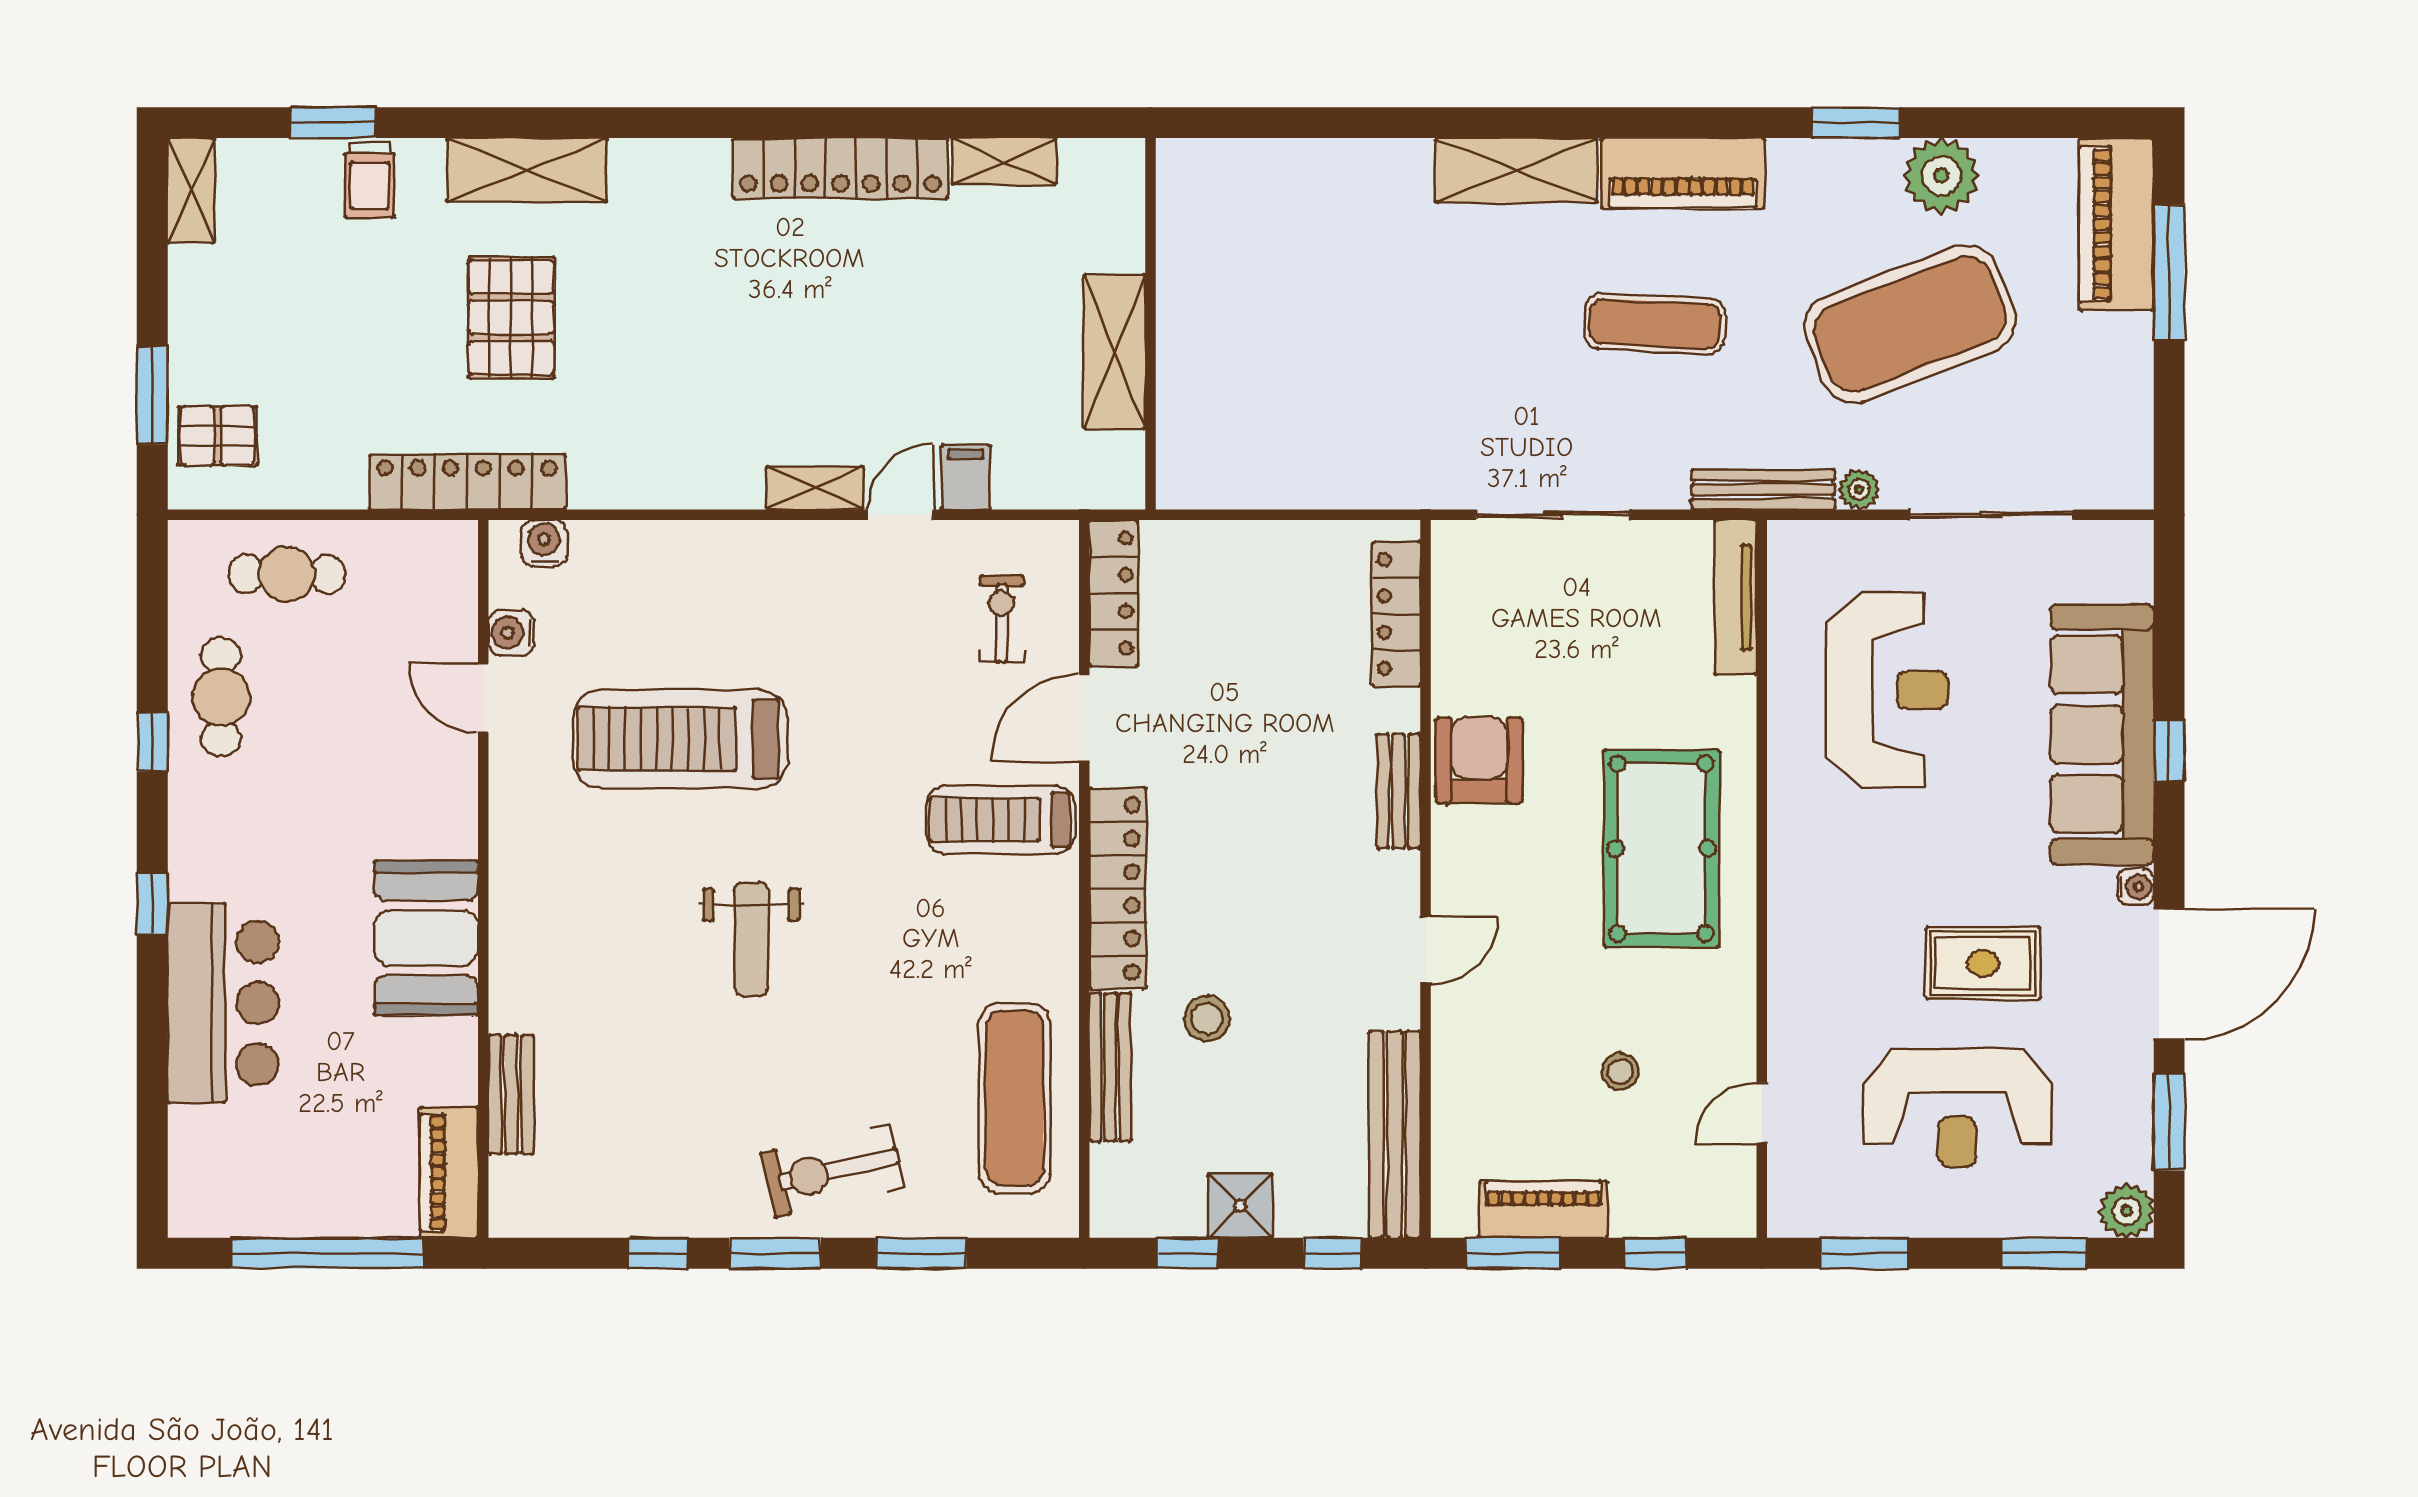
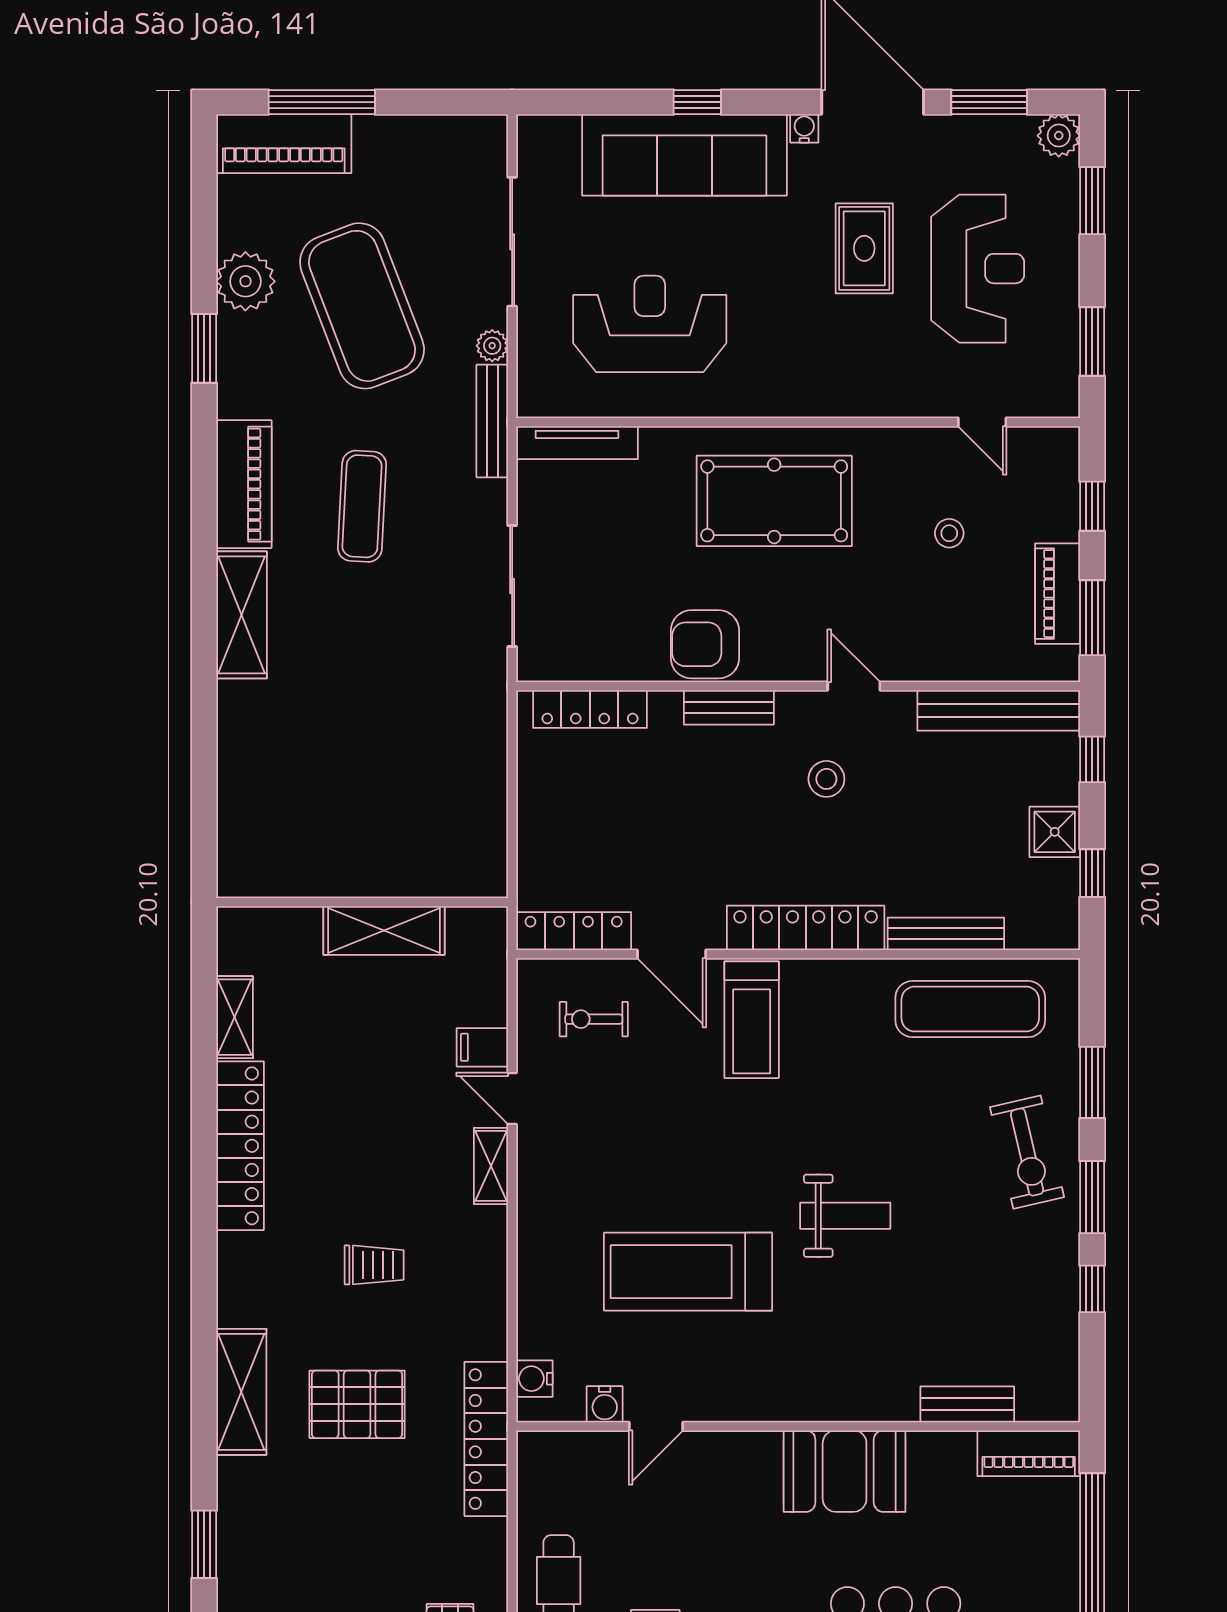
trolley: (370, 180) -> (374, 1265), moved
treadmill: (680, 739) -> (688, 1272), turned 90
stool: (1207, 1019) -> (826, 779), moved

